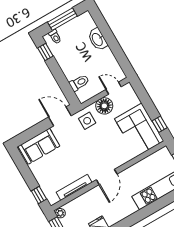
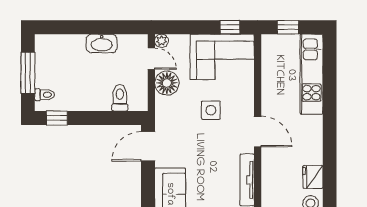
washbasin: (98, 39) -> (102, 43), moved
door: (114, 88) -> (151, 59), swing flipped
plant: (128, 88) -> (162, 41), added
side table: (87, 121) -> (211, 110), moved

